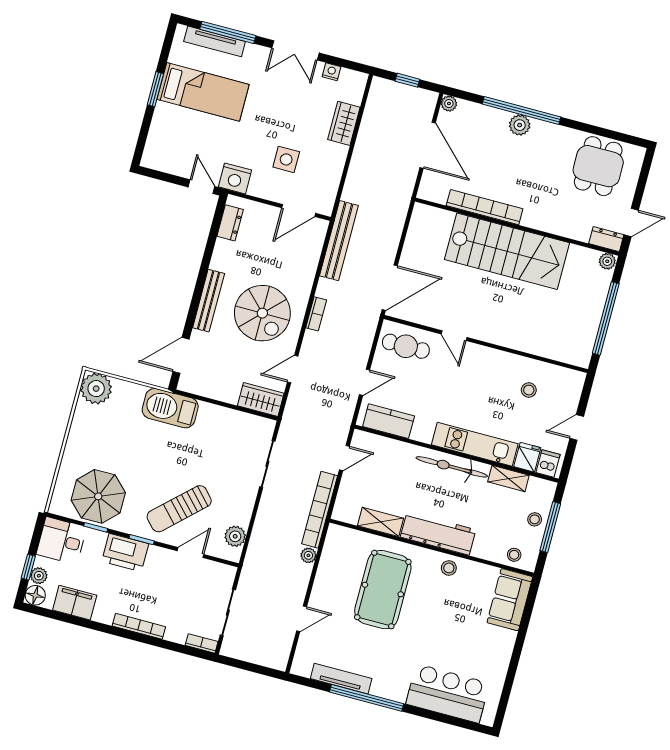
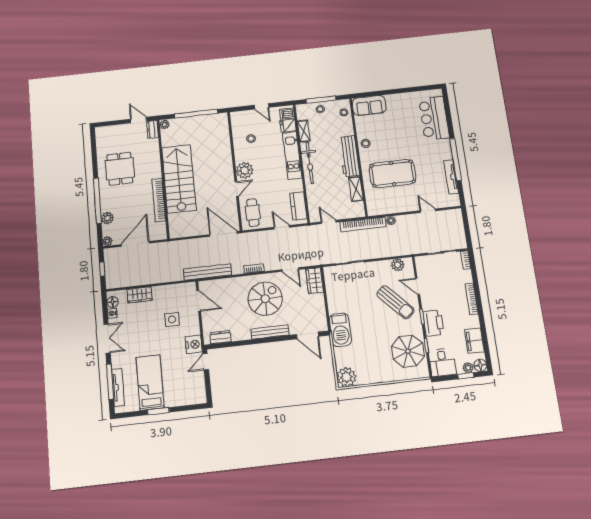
floor lamp: (349, 78) -> (113, 302), added
plant: (520, 125) -> (107, 218), moved
dining table: (598, 166) -> (120, 169), moved, turned 90
plant: (480, 360) -> (245, 170), added

